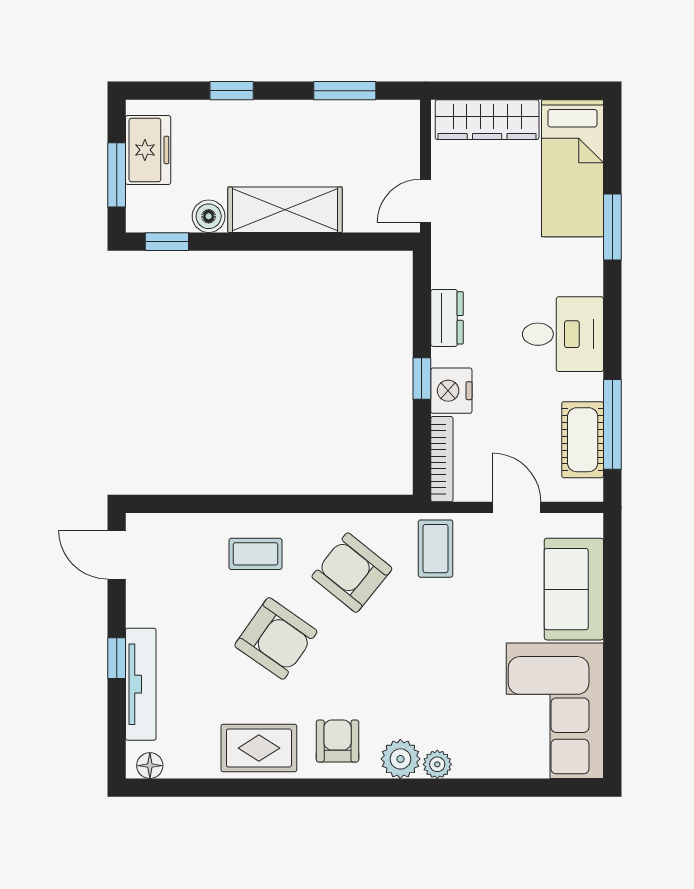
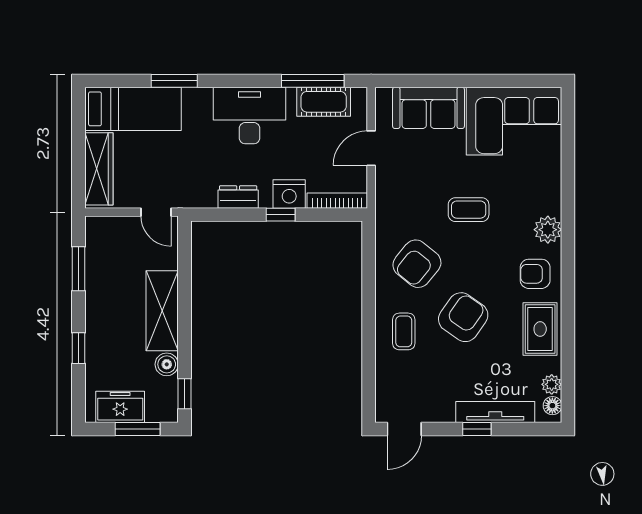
desk: (563, 334) -> (249, 116), width x1.37
coffee table: (436, 549) -> (469, 210), moved
plant: (437, 764) -> (552, 384), moved

